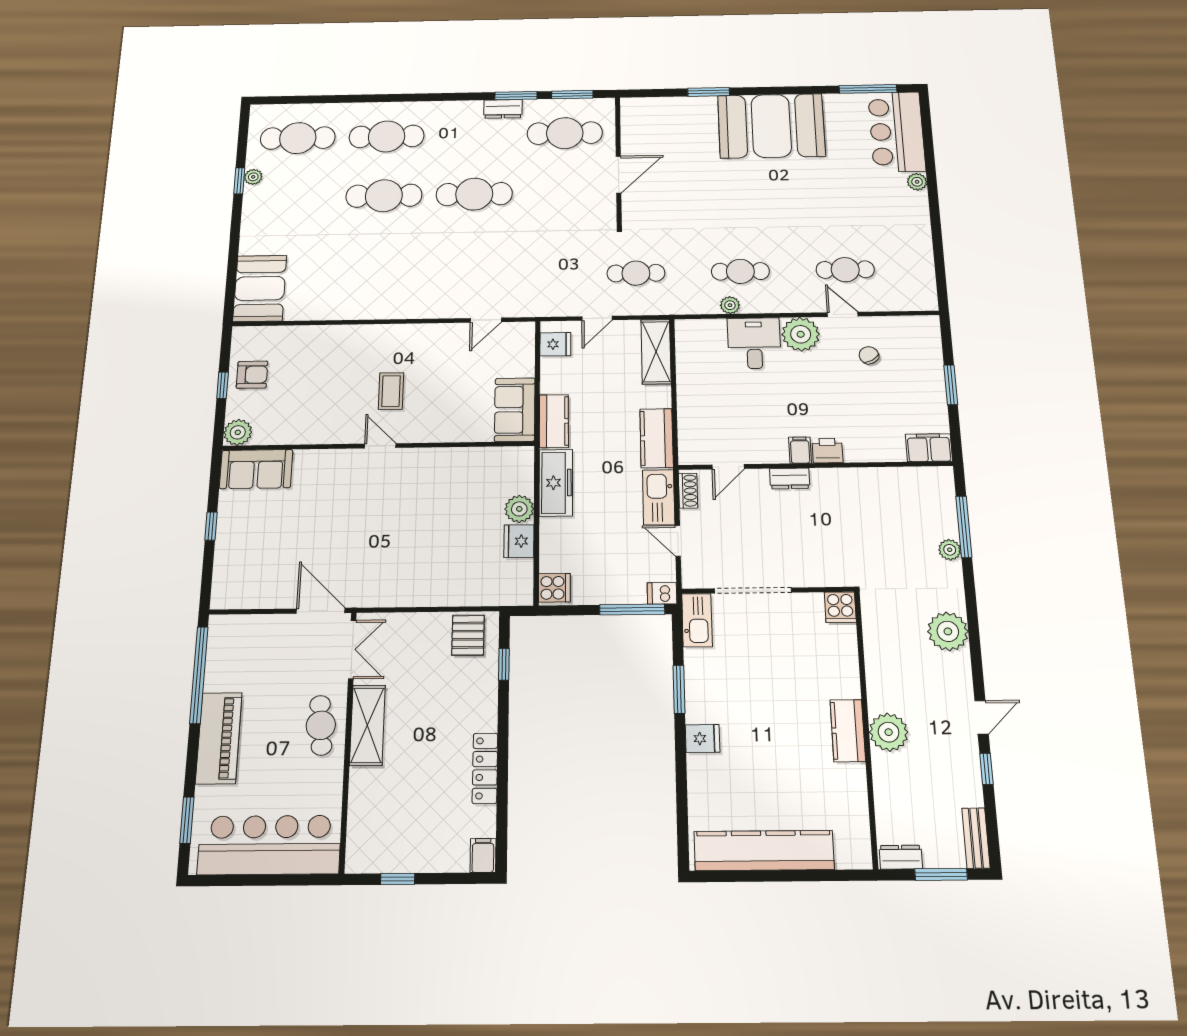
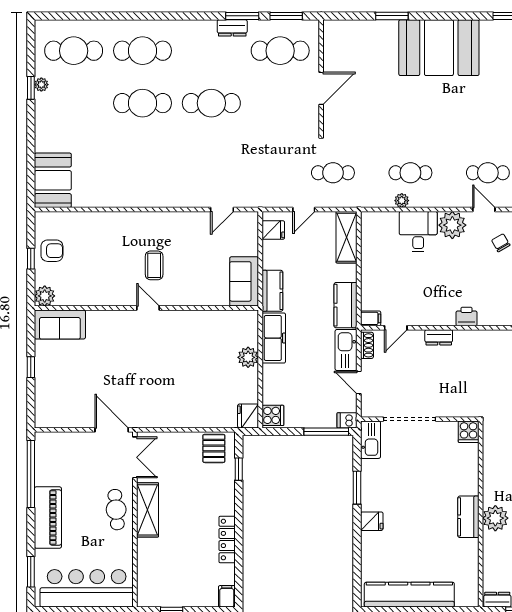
filing cabinet: (800, 450) -> (371, 318), moved, turned 90
fridge: (519, 541) -> (248, 416), moved

